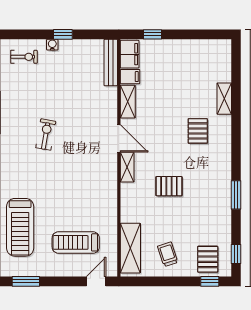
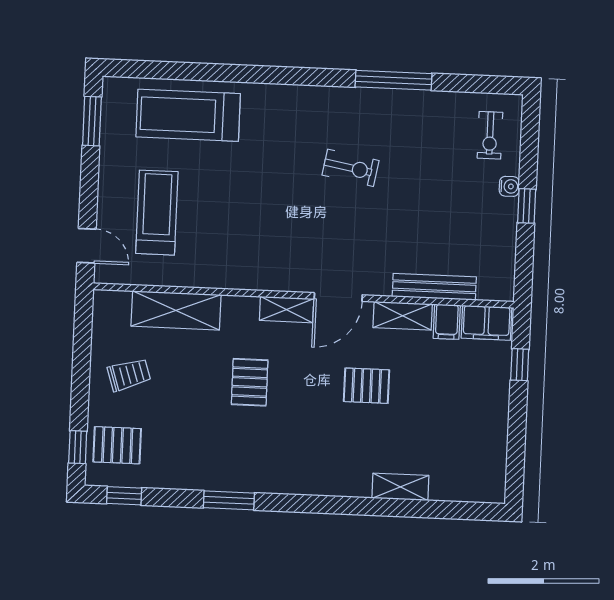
bench: (111, 63) -> (434, 287), moved
pallet: (198, 131) -> (367, 386), moved
shelving: (130, 248) -> (176, 310), moved

